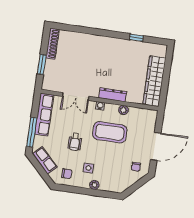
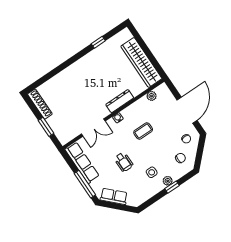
plant: (123, 110) -> (152, 96), moved
coffee table: (110, 132) -> (143, 131), width x0.54, depth x0.58
chair: (67, 174) -> (180, 158), moved
window: (93, 192) -> (172, 187), added

